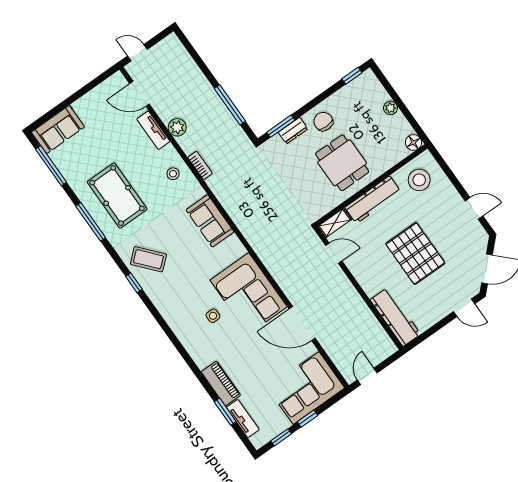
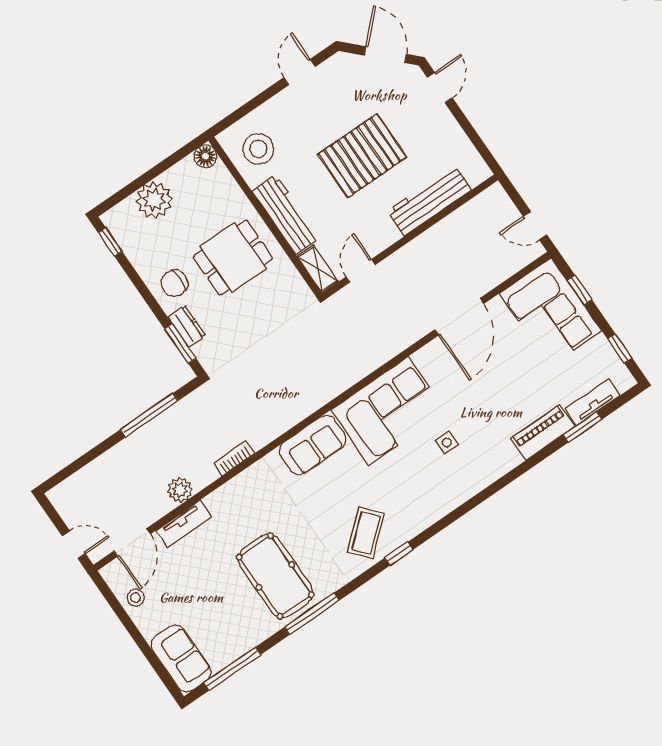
door: (137, 53) -> (74, 545), swing flipped
plant: (390, 108) -> (154, 200), width x1.88, depth x1.88
stool: (173, 174) -> (136, 598), moved
pool table: (117, 196) -> (275, 576), turned 90
corner sofa: (249, 293) -> (388, 411), moved
workbench: (395, 317) -> (429, 200), moved
window: (307, 419) -> (580, 290), moved

